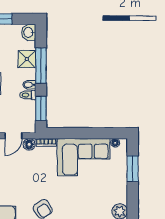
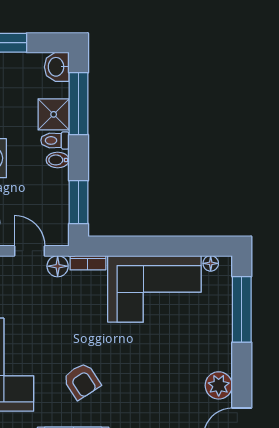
window: (41, 66) -> (79, 104), moved
toilet: (28, 95) -> (55, 140), moved
door: (13, 136) -> (30, 251), swing flipped
window: (133, 169) -> (242, 309), width x1.44

